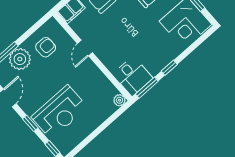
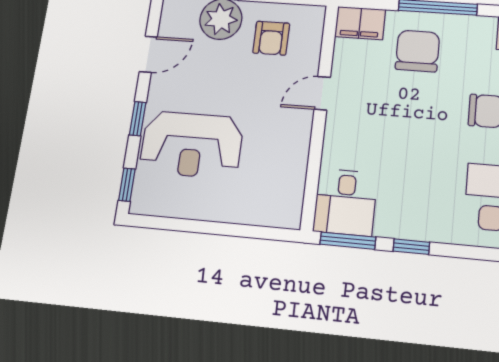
armchair: (46, 47) -> (271, 38), turned 90
plant: (119, 100) -> (290, 217), removed

